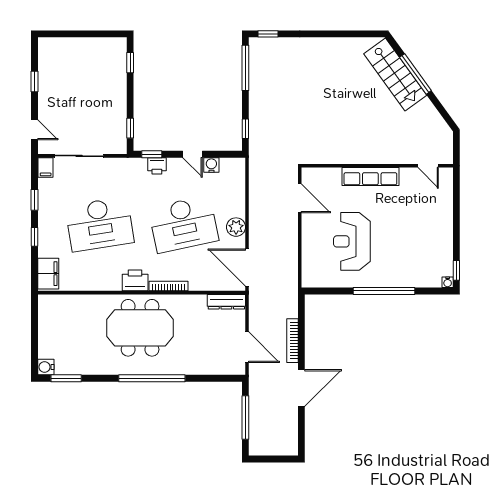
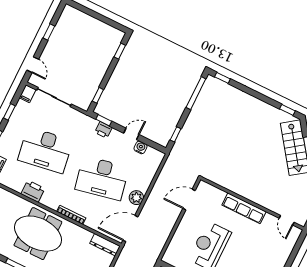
window: (364, 34) -> (287, 110), added
door: (192, 154) -> (131, 134), swing flipped
door: (300, 198) -> (189, 200), swing flipped
door: (247, 267) -> (130, 229), hinge flipped
printer: (135, 280) -> (33, 191), moved

